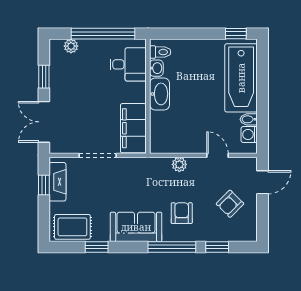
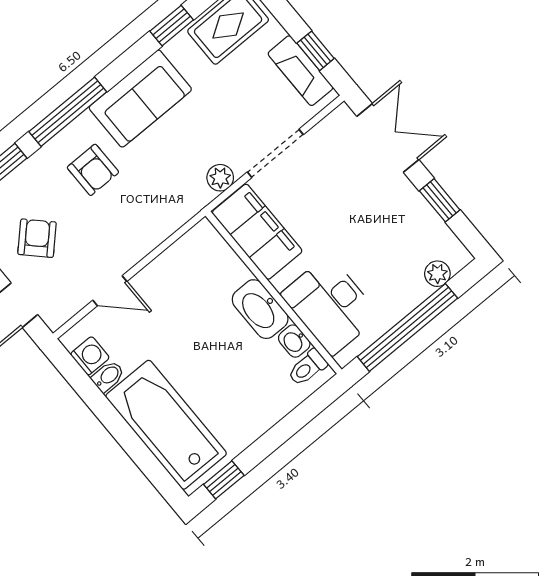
desk: (128, 64) -> (330, 305), width x1.37
plant: (179, 164) -> (220, 178), moved

